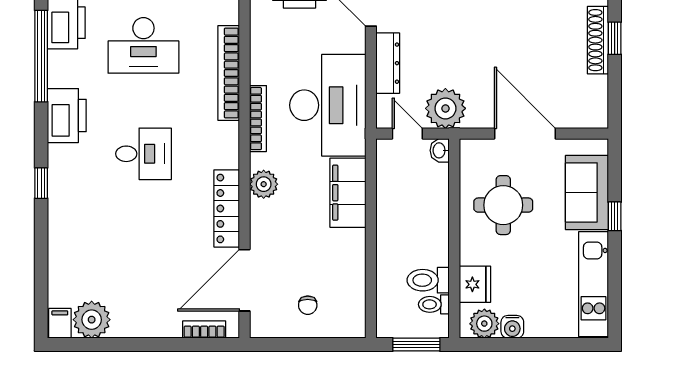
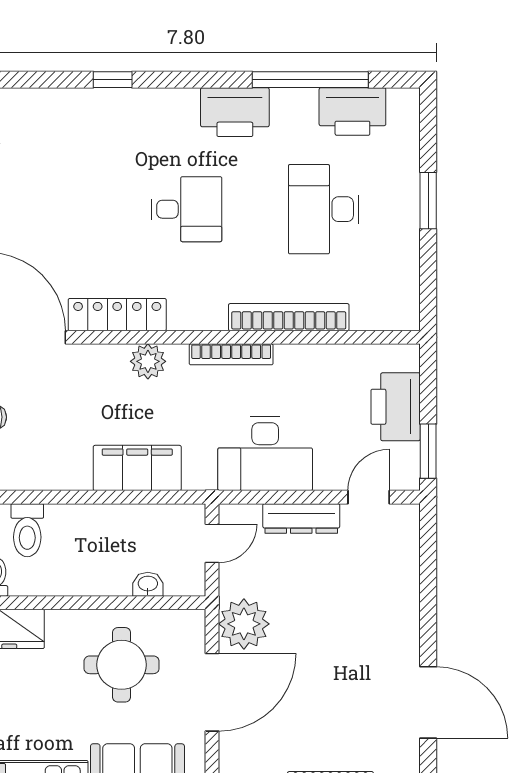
desk: (328, 105) -> (265, 454), width x0.73, depth x0.77
plant: (445, 108) -> (244, 624), moved
washbasin: (440, 150) -> (148, 584), moved
desk: (143, 154) -> (186, 209), turned -90
window: (41, 183) -> (113, 80), moved
toilet: (428, 280) -> (27, 530), moved, turned 180

